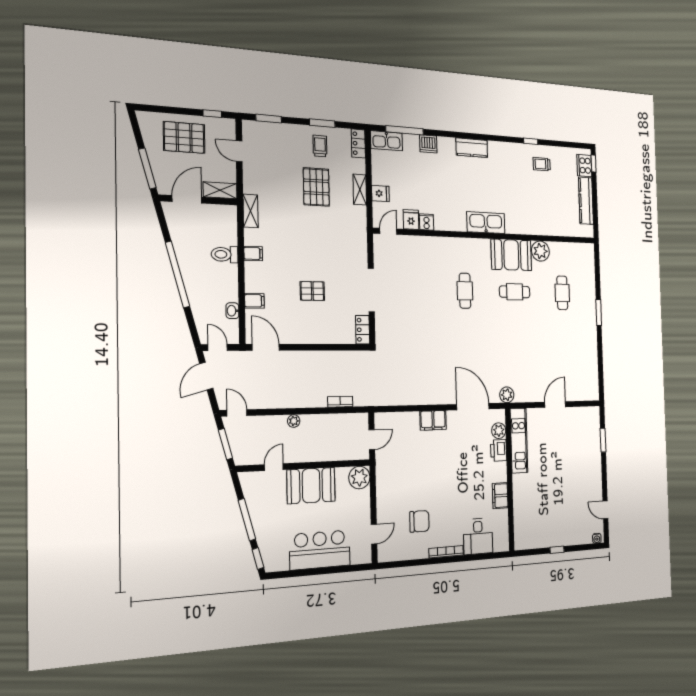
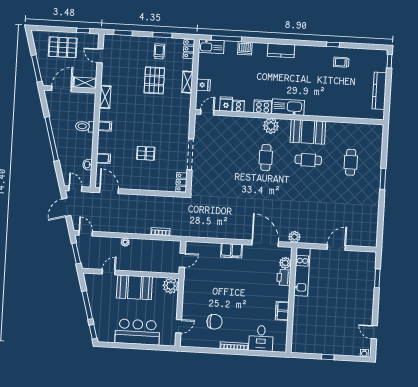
cooker: (584, 166) -> (263, 107), moved, turned 90
plant: (540, 251) -> (271, 126), moved

